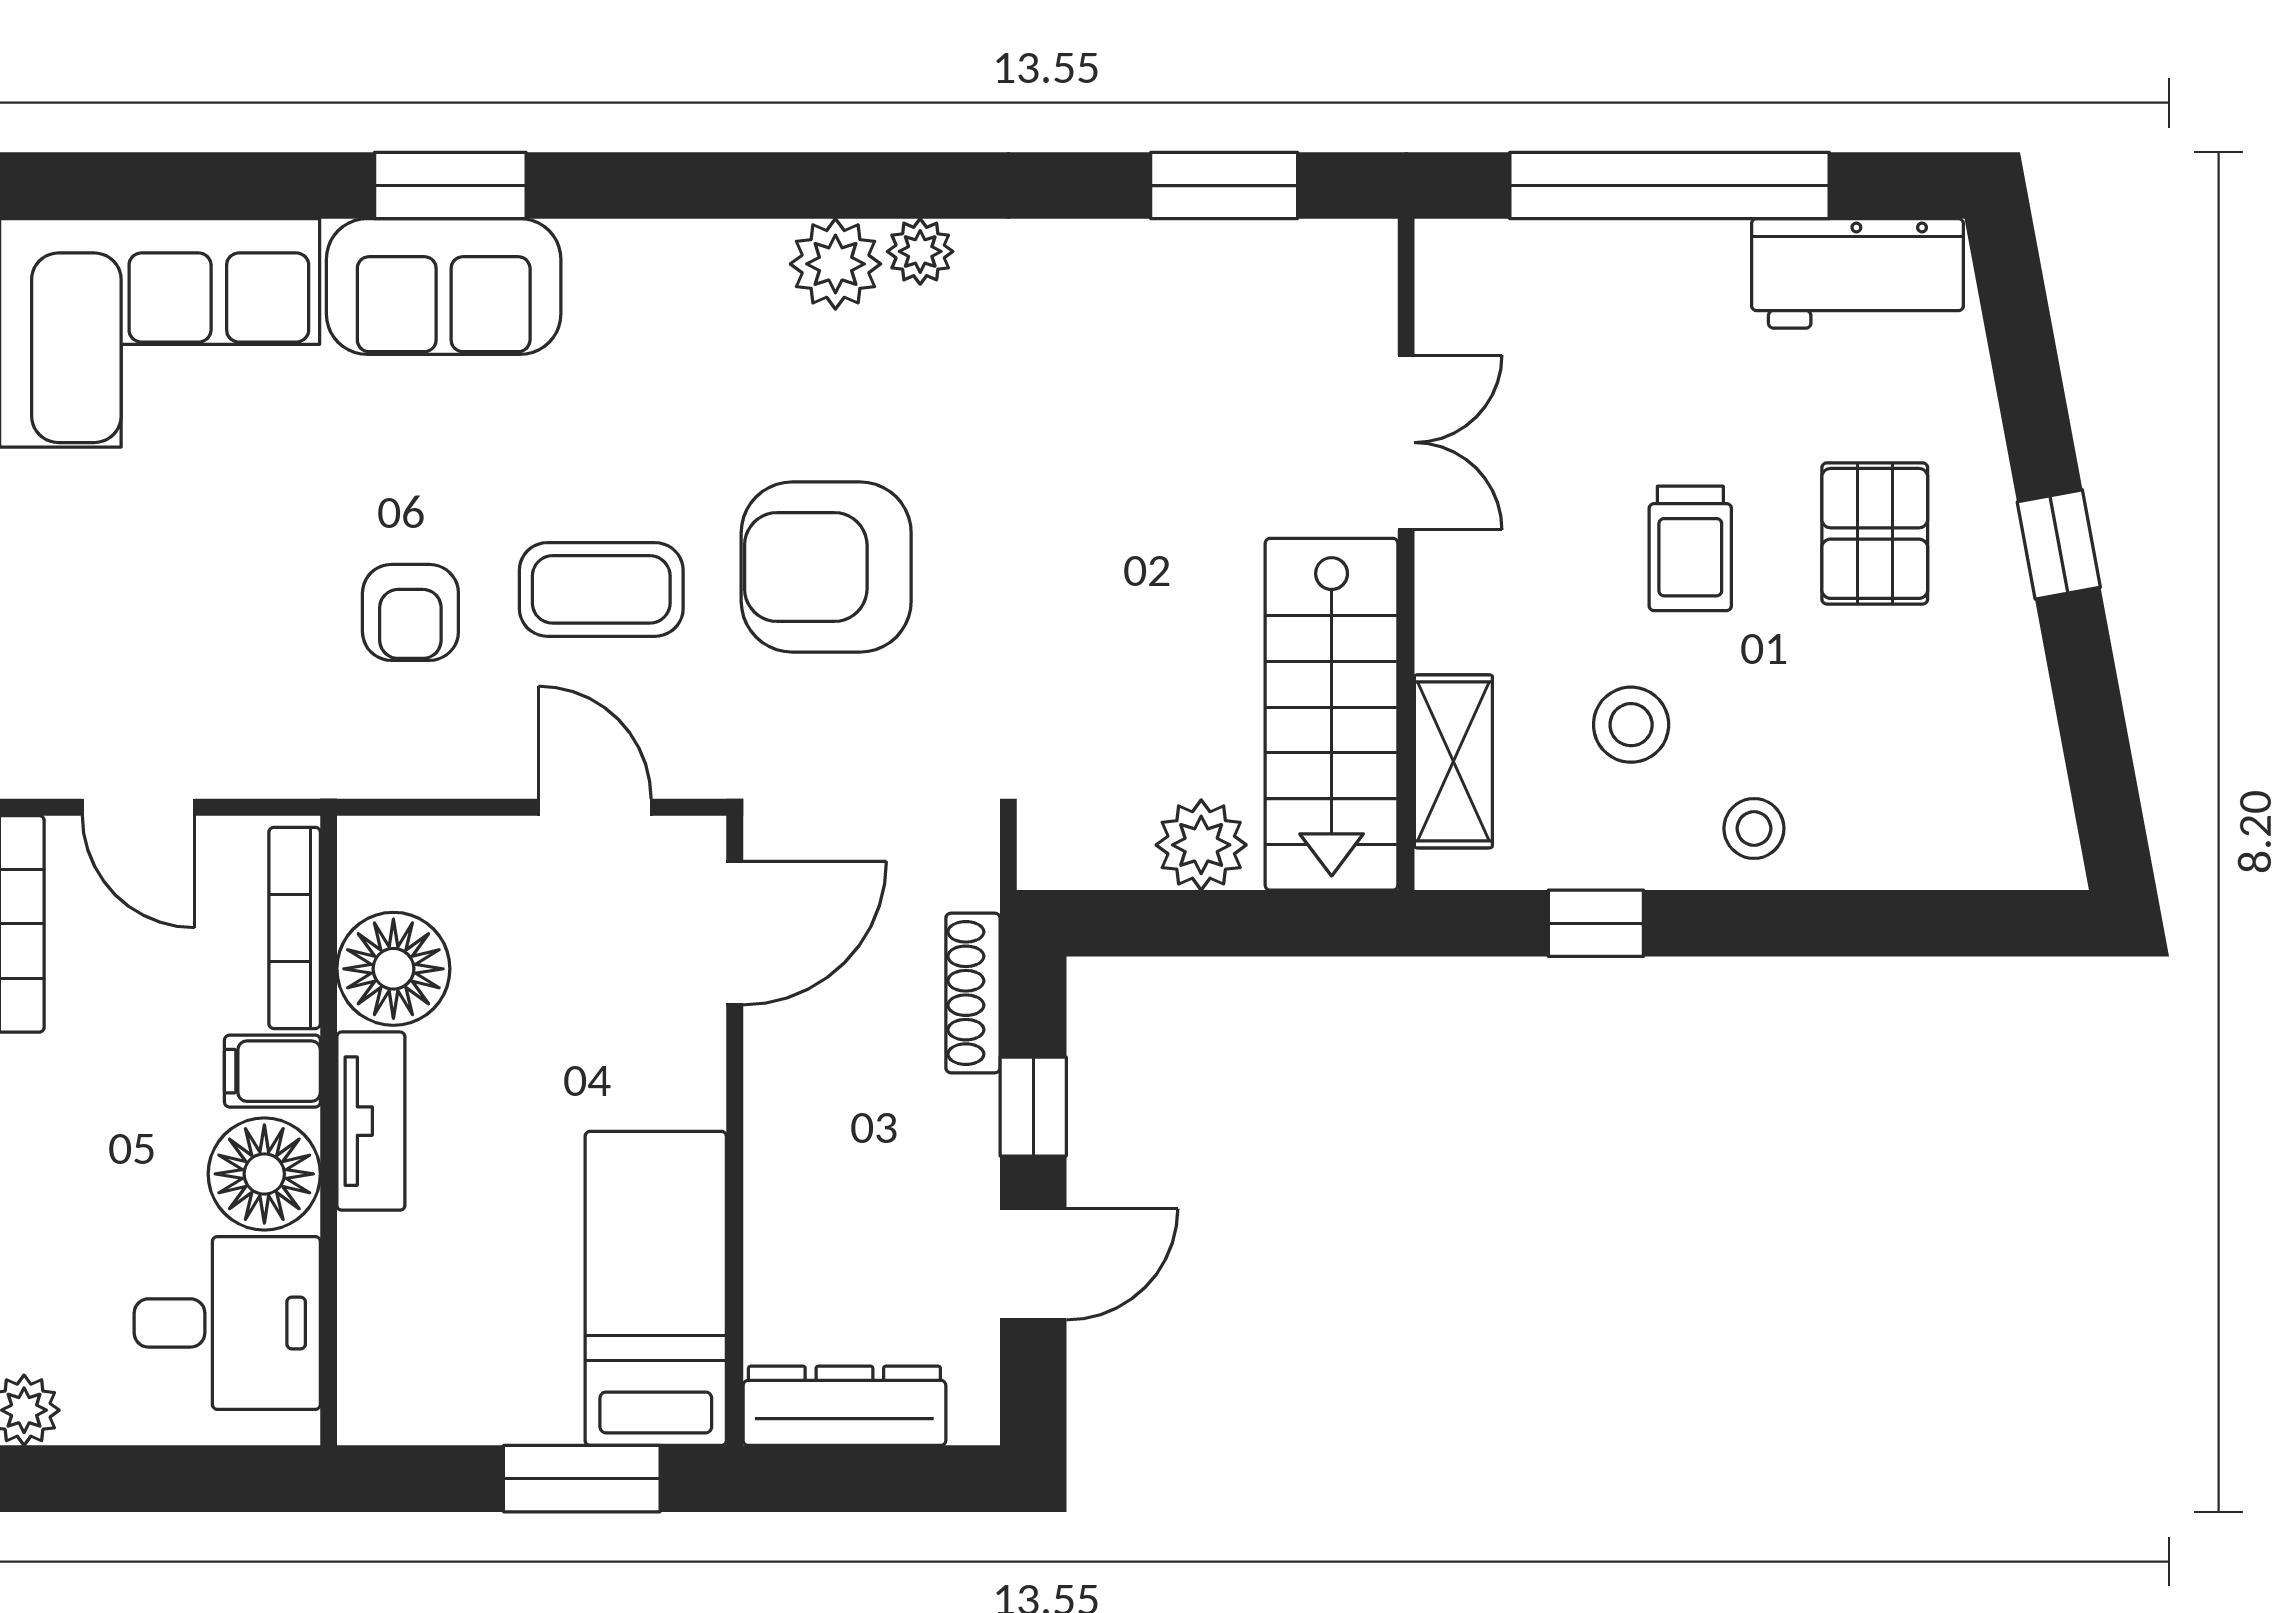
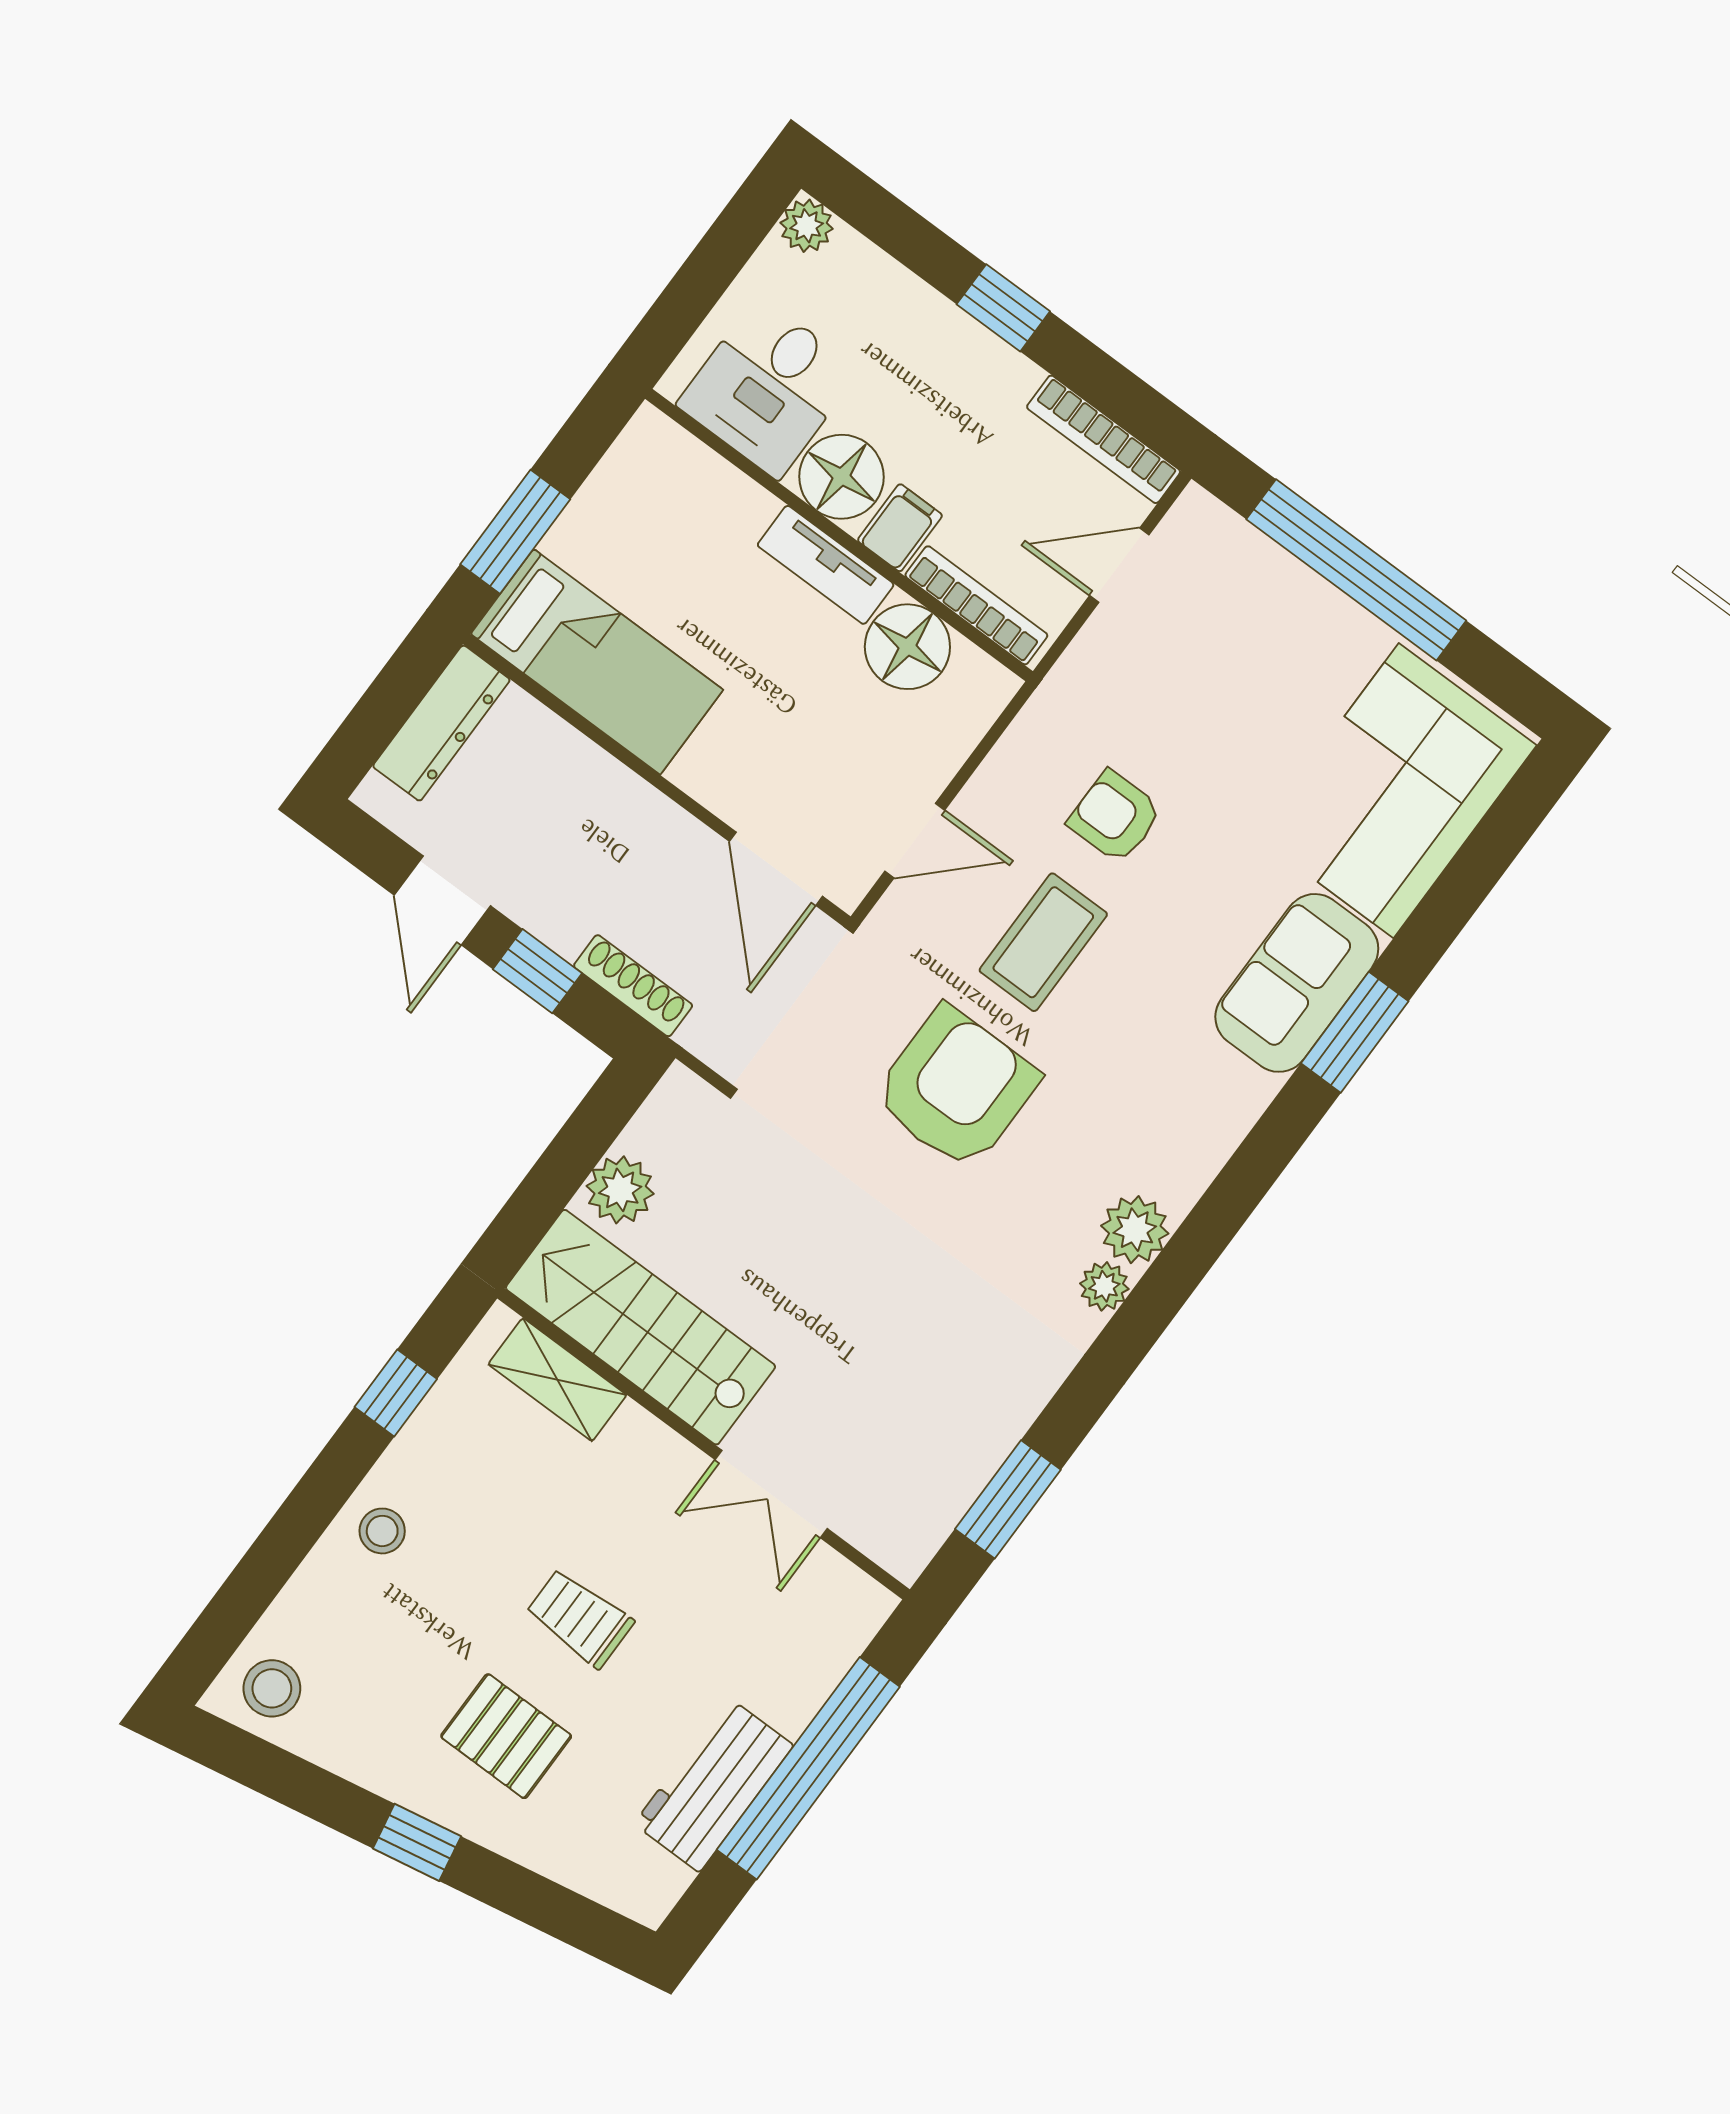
workbench: (1857, 273) -> (714, 1785), moved
stool: (1631, 725) -> (272, 1688), moved

